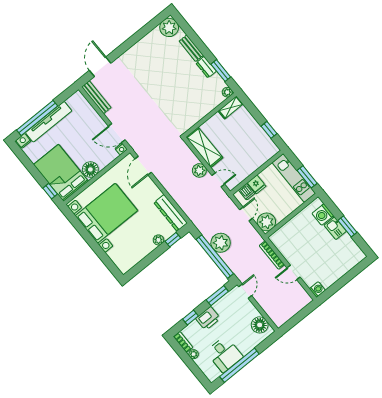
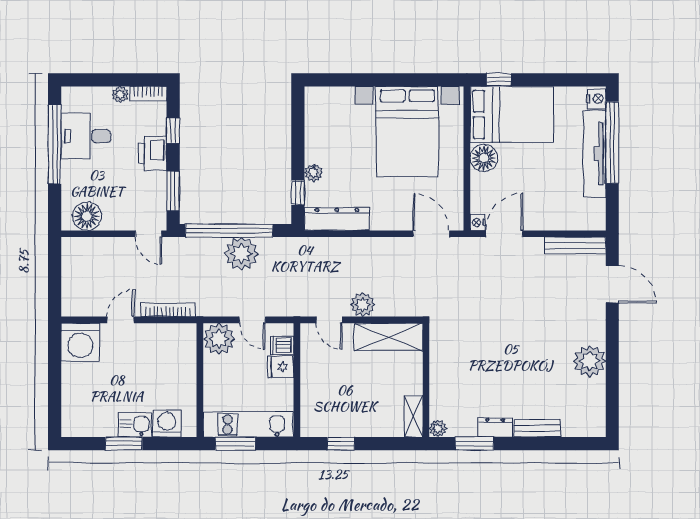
plant: (169, 27) -> (590, 361), moved
door: (218, 180) -> (329, 320), hinge flipped
washing machine: (317, 290) -> (80, 342), width x1.89, depth x1.89

